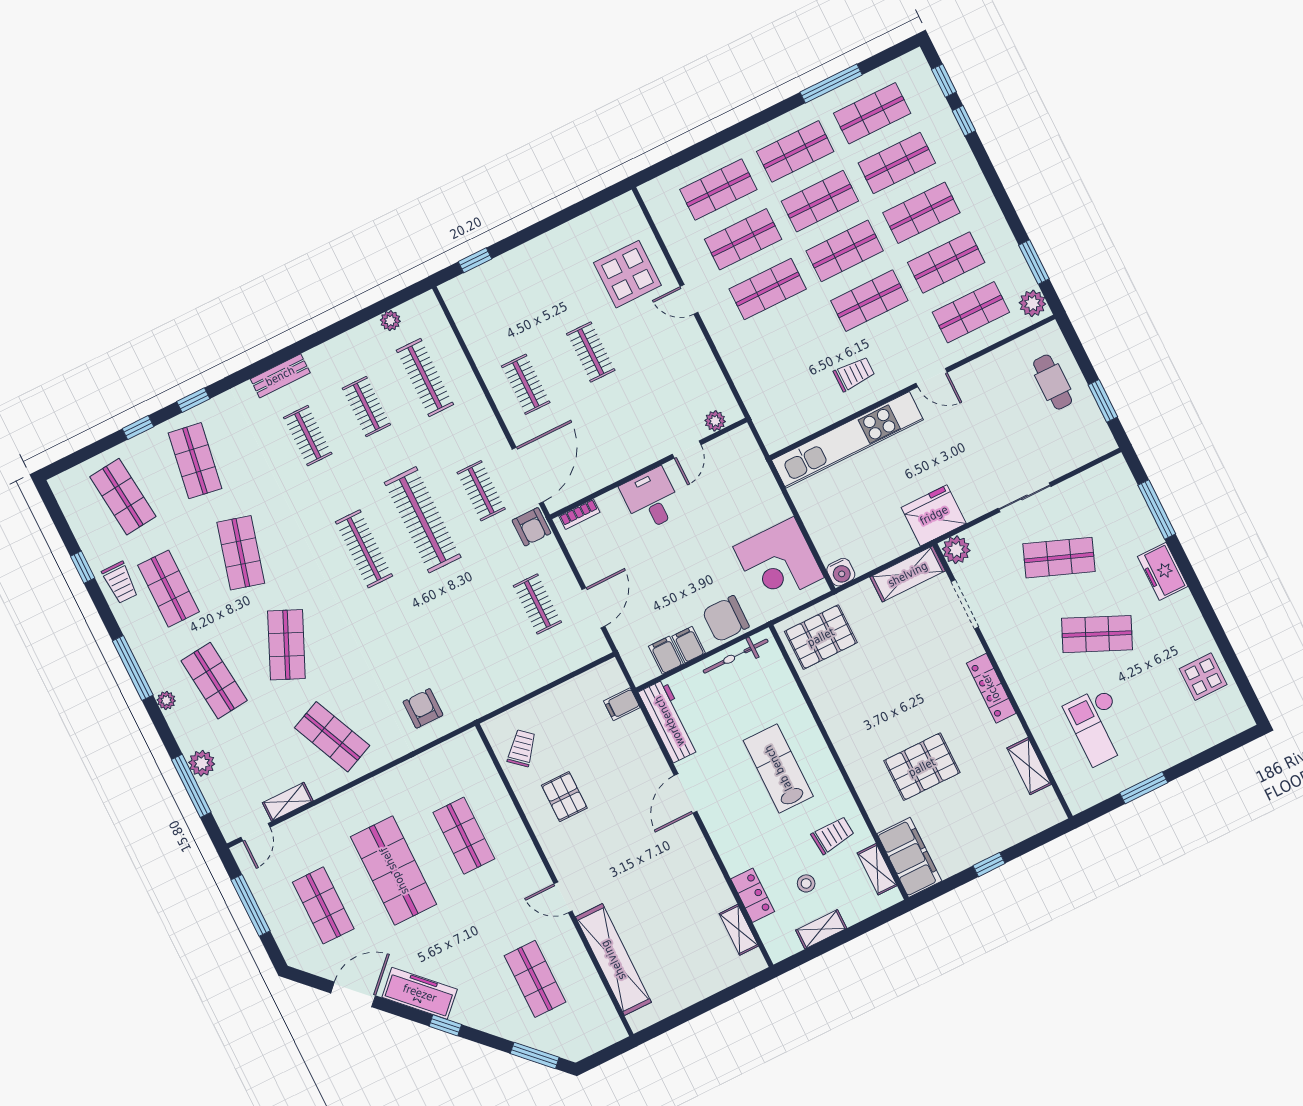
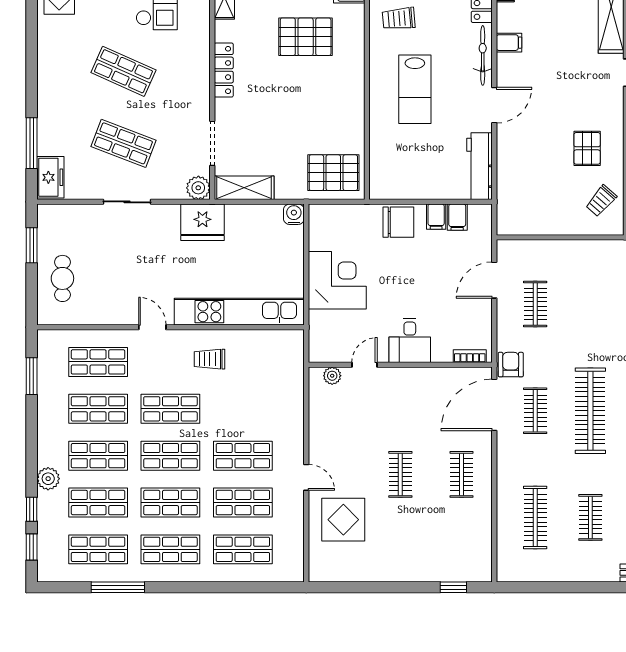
plant: (1032, 303) -> (48, 479), moved
plant: (390, 321) -> (540, 573), removed
corner desk: (778, 562) -> (337, 280), moved
freezer: (1163, 571) -> (50, 177), moved
bicycle: (736, 656) -> (483, 55), moved, turned -90
filing cabinet: (622, 704) -> (509, 43), moved

